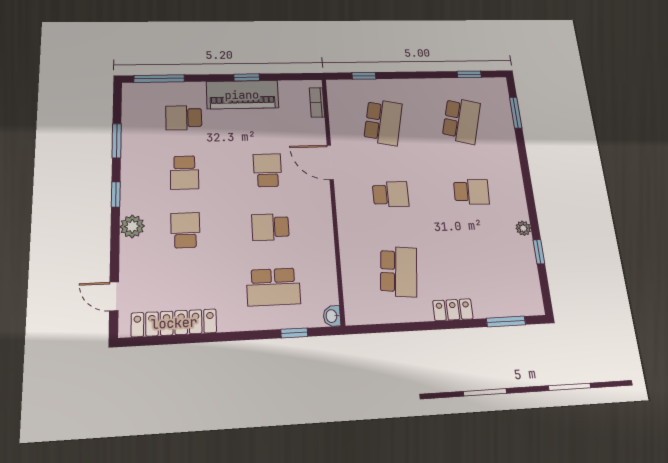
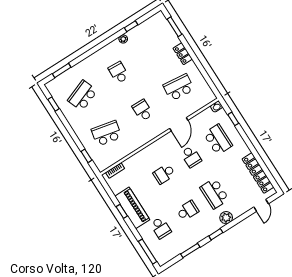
school desk: (461, 120) -> (82, 96), turned -36
door: (330, 162) -> (179, 124), moved
school desk: (185, 230) -> (214, 193), width x1.85

